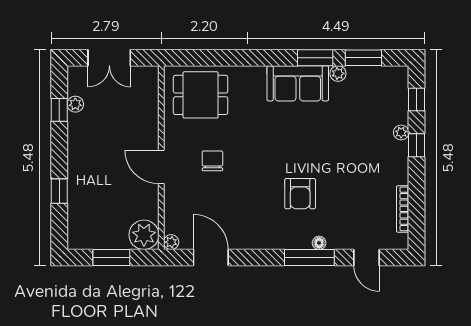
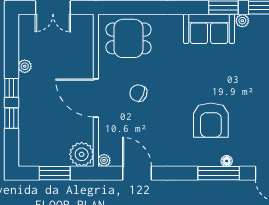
plant: (75, 104) -> (25, 66), moved
window: (59, 110) -> (12, 88), moved
chair: (212, 161) -> (138, 93), turned -67
door: (161, 167) -> (96, 98), width x1.36
armchair: (300, 194) -> (211, 120), width x1.36, depth x1.36

